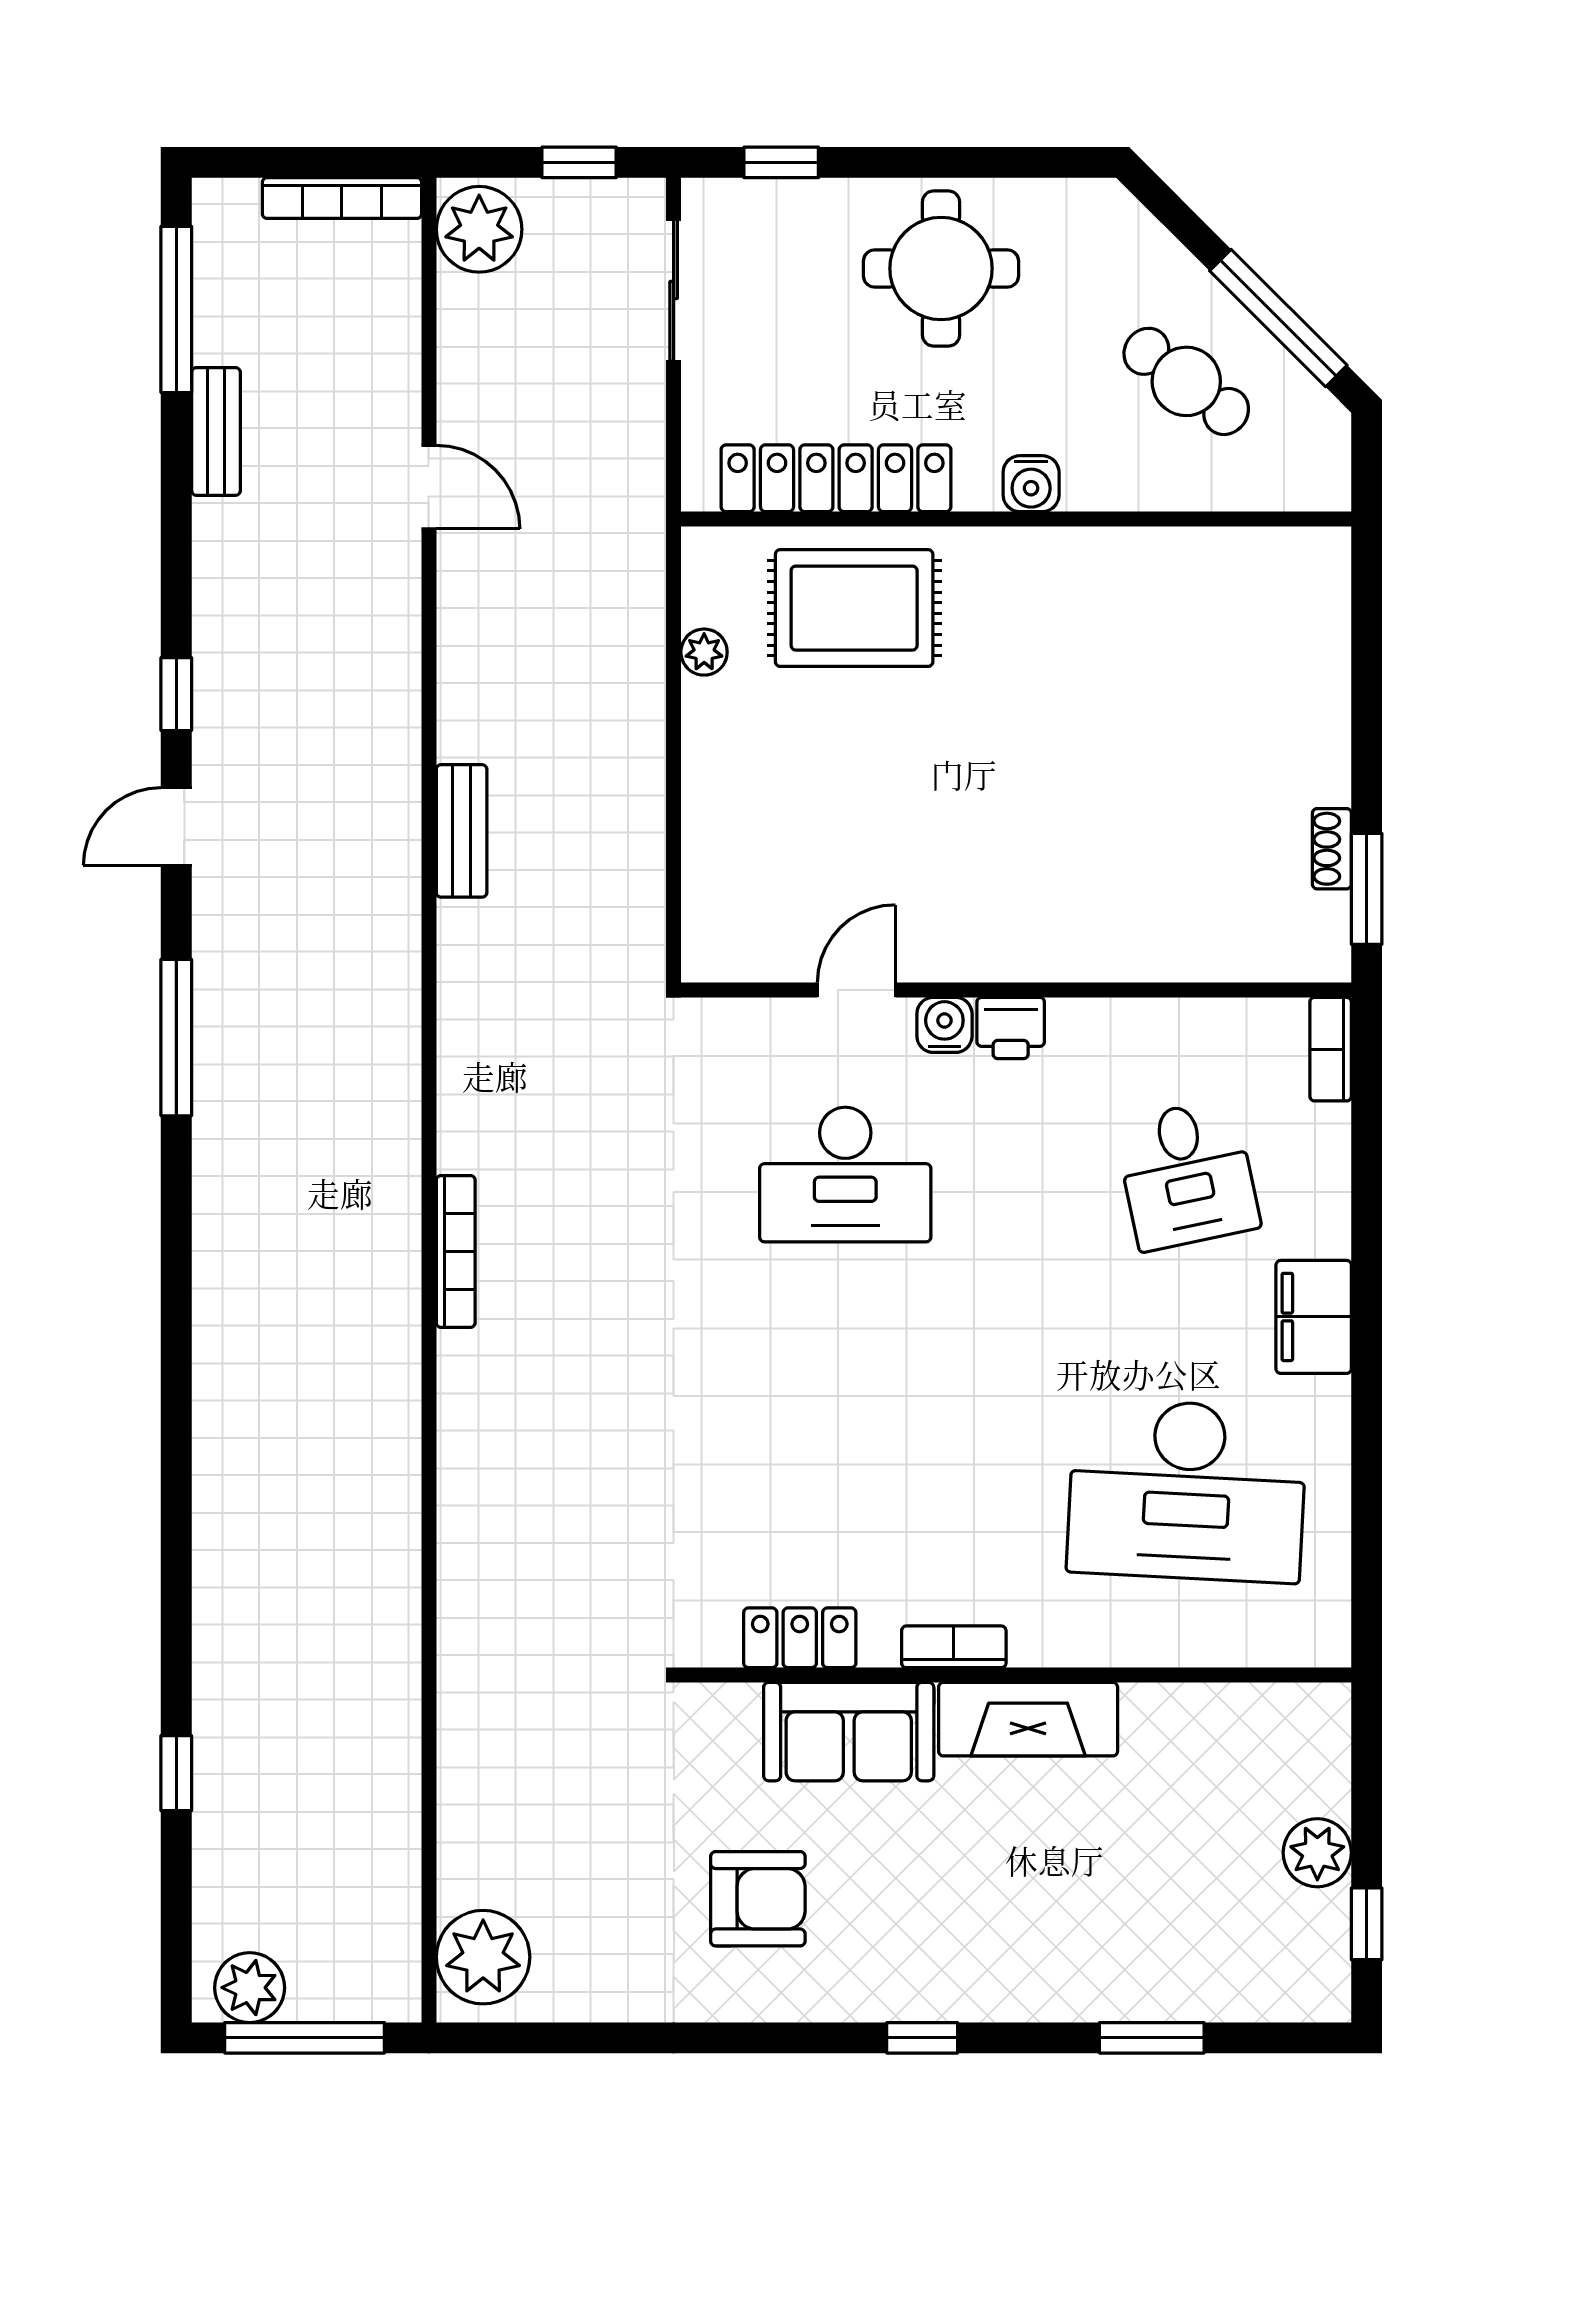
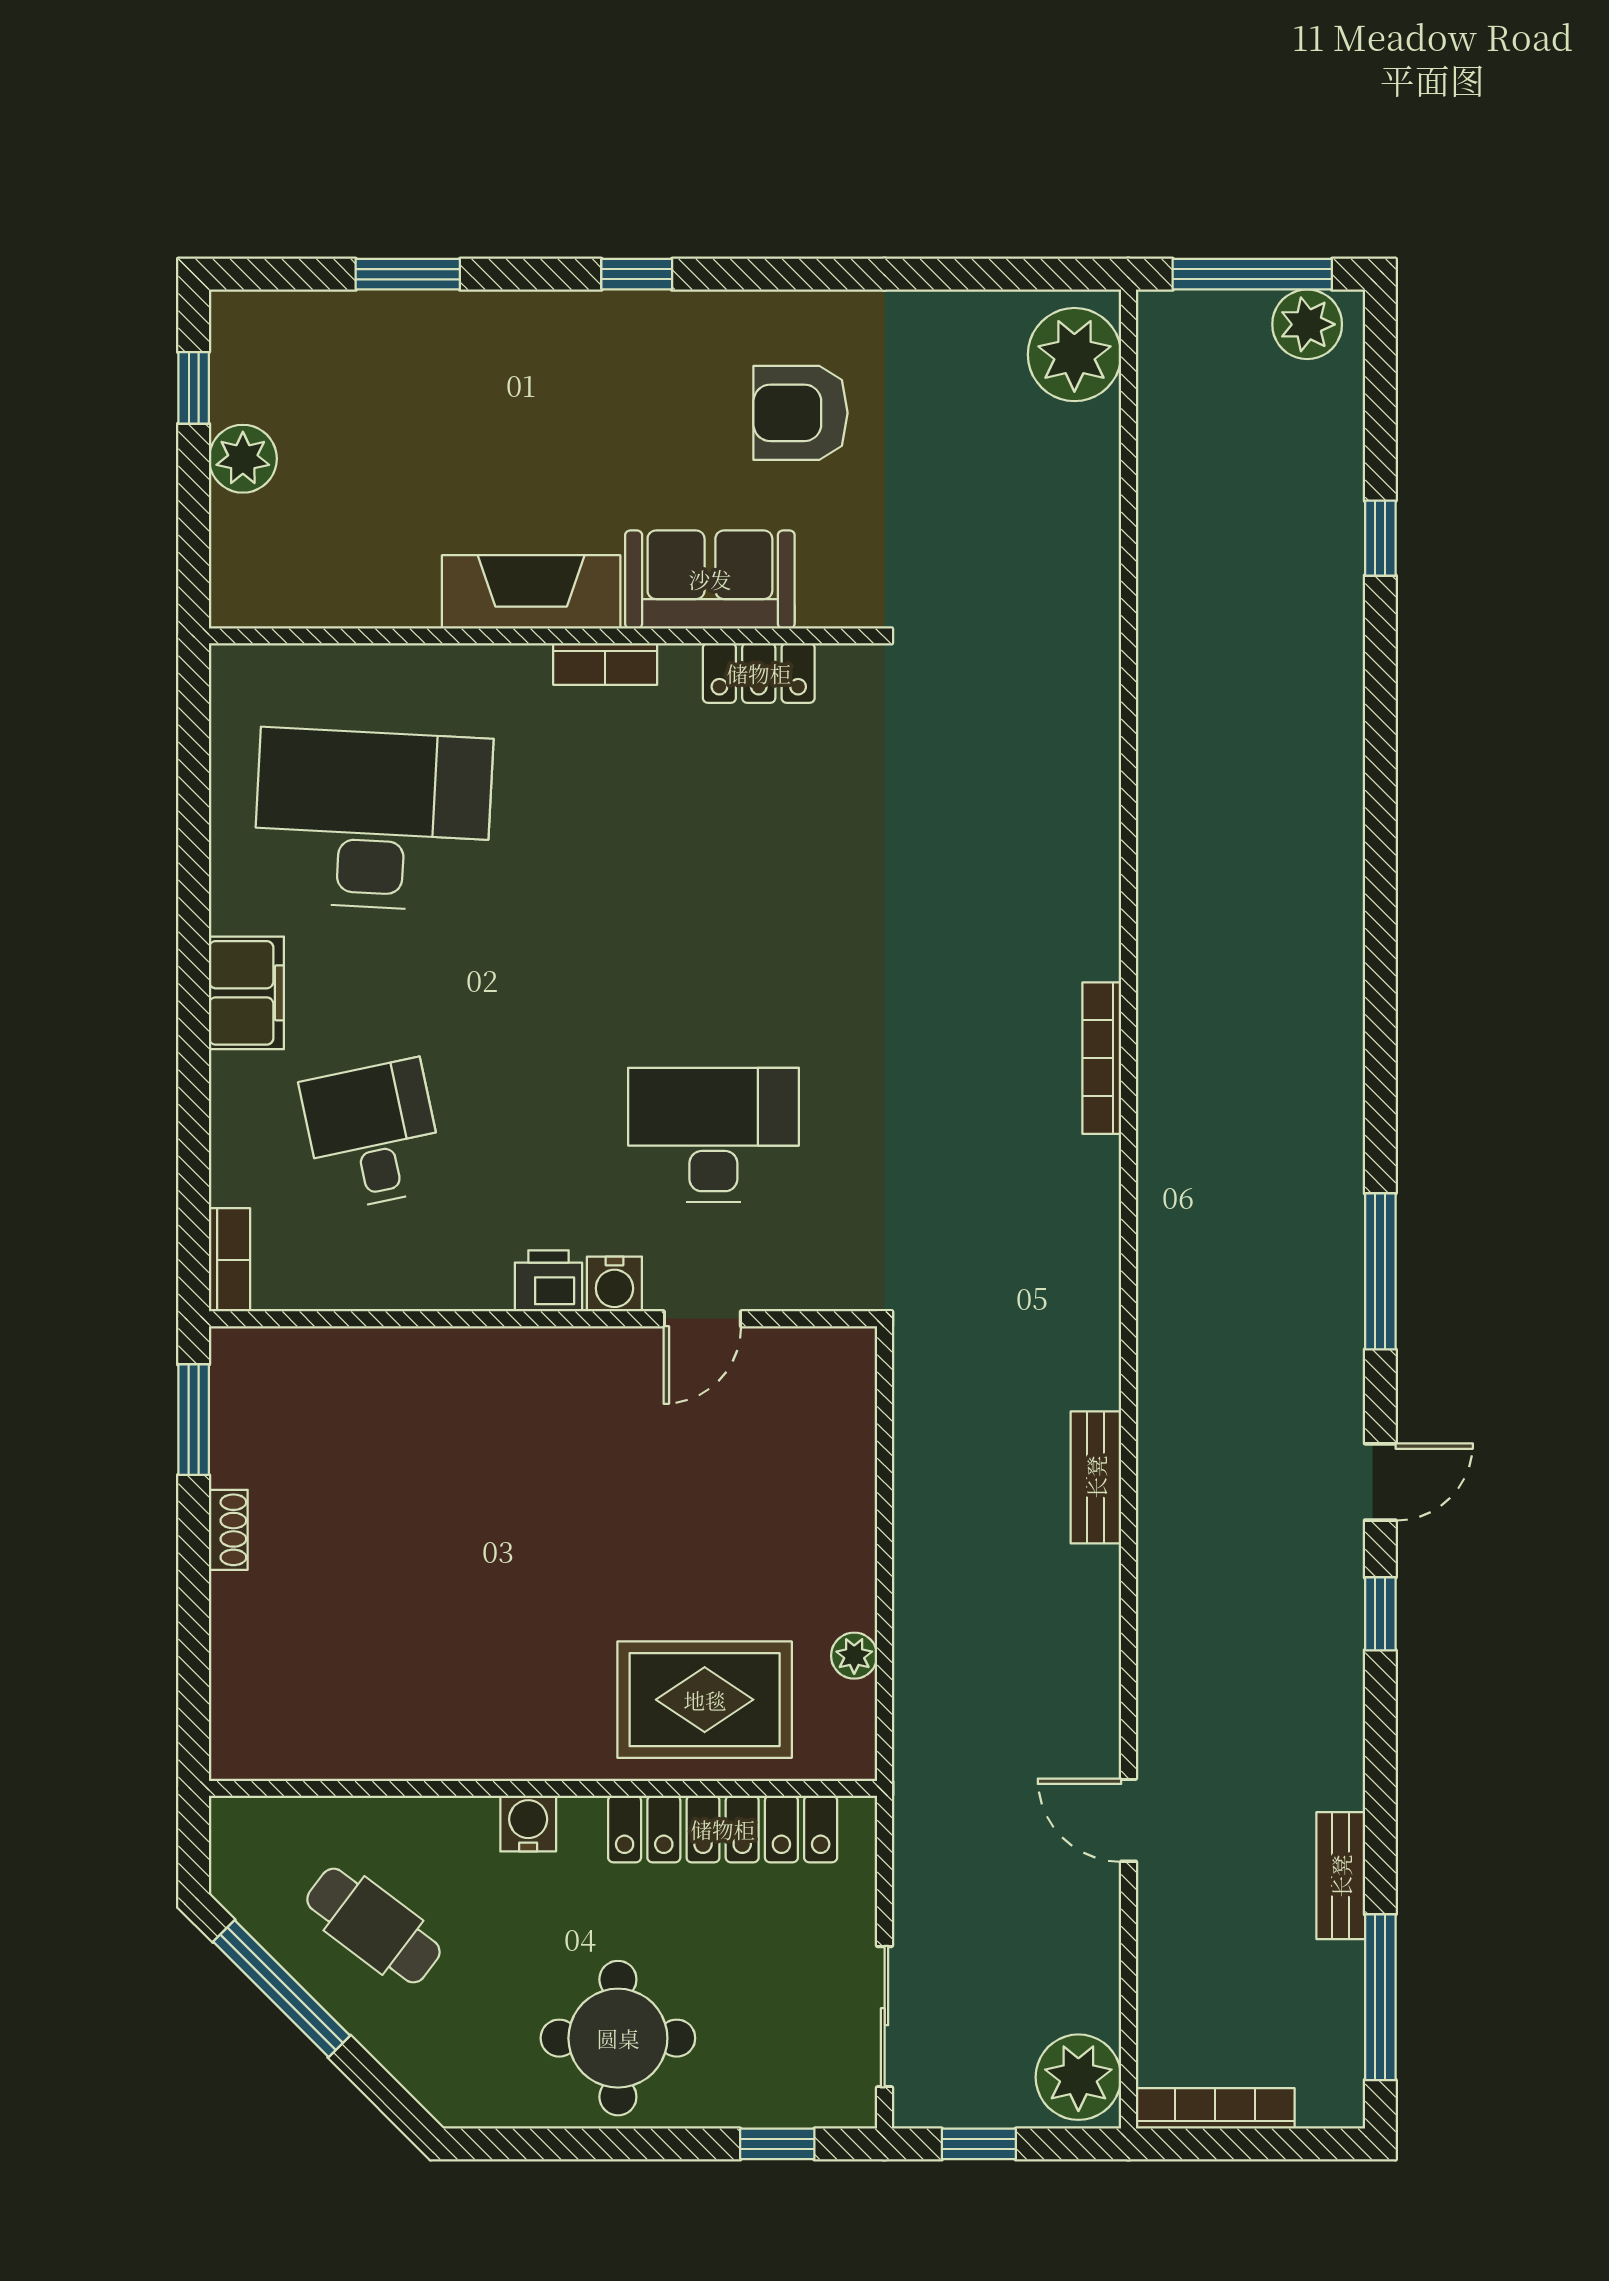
shoe rack: (1332, 849) -> (228, 1530), moved

